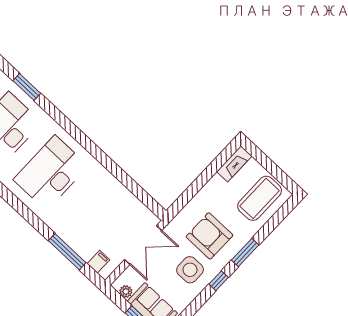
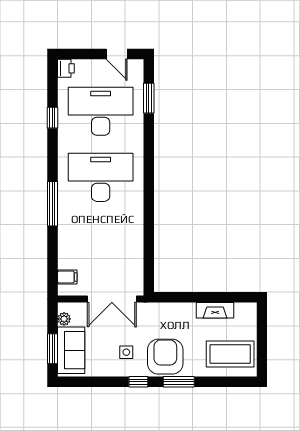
fireplace: (234, 164) -> (215, 310), moved
armchair: (209, 236) -> (165, 357), moved
window: (67, 252) -> (52, 204), moved
side table: (190, 270) -> (126, 352), width x0.54, depth x0.54

